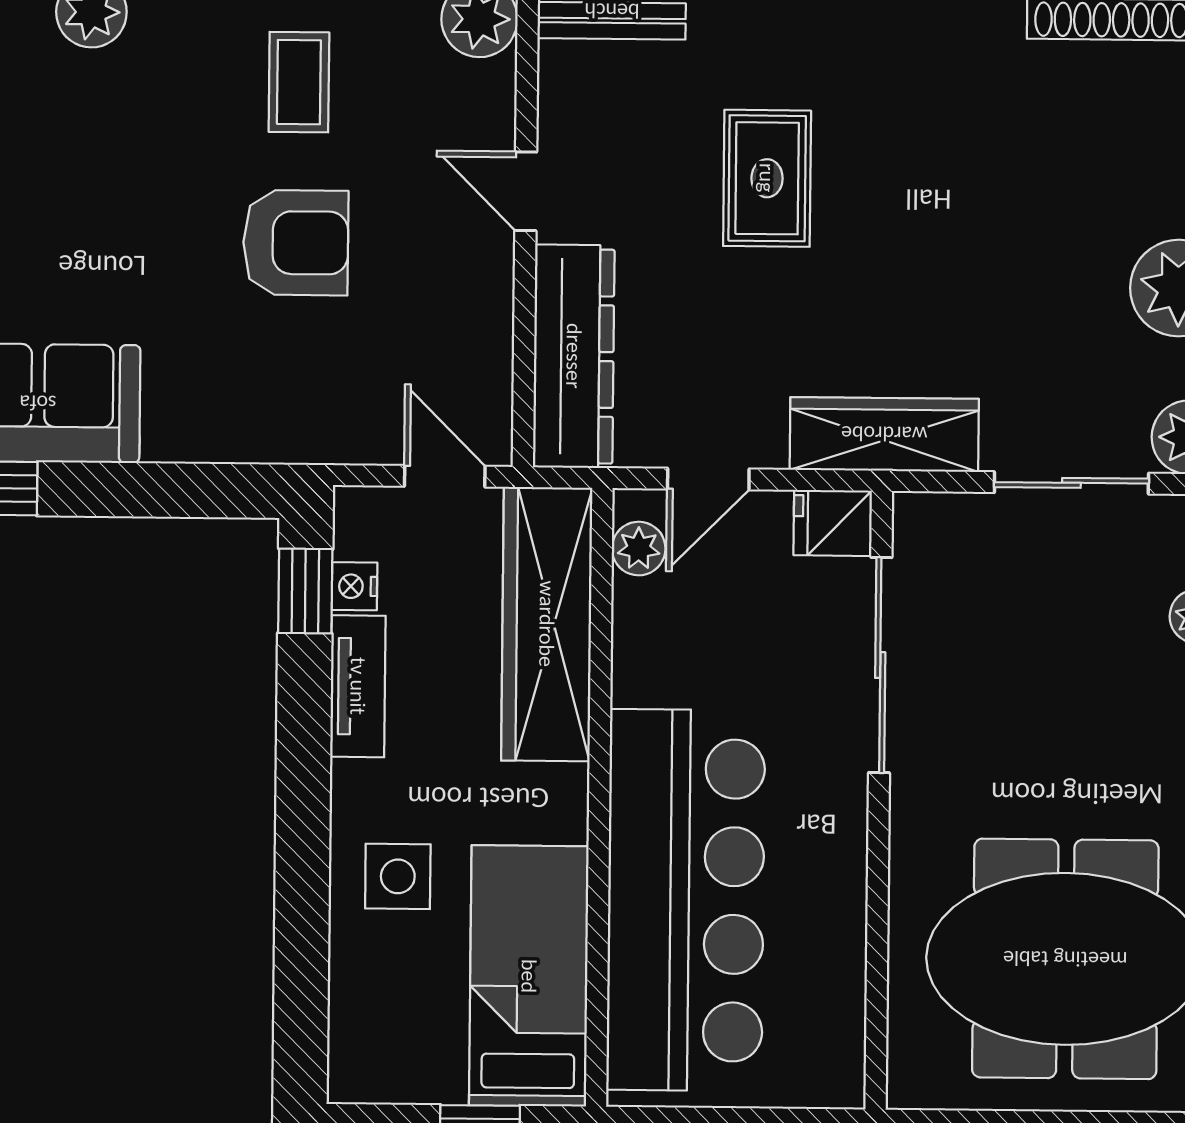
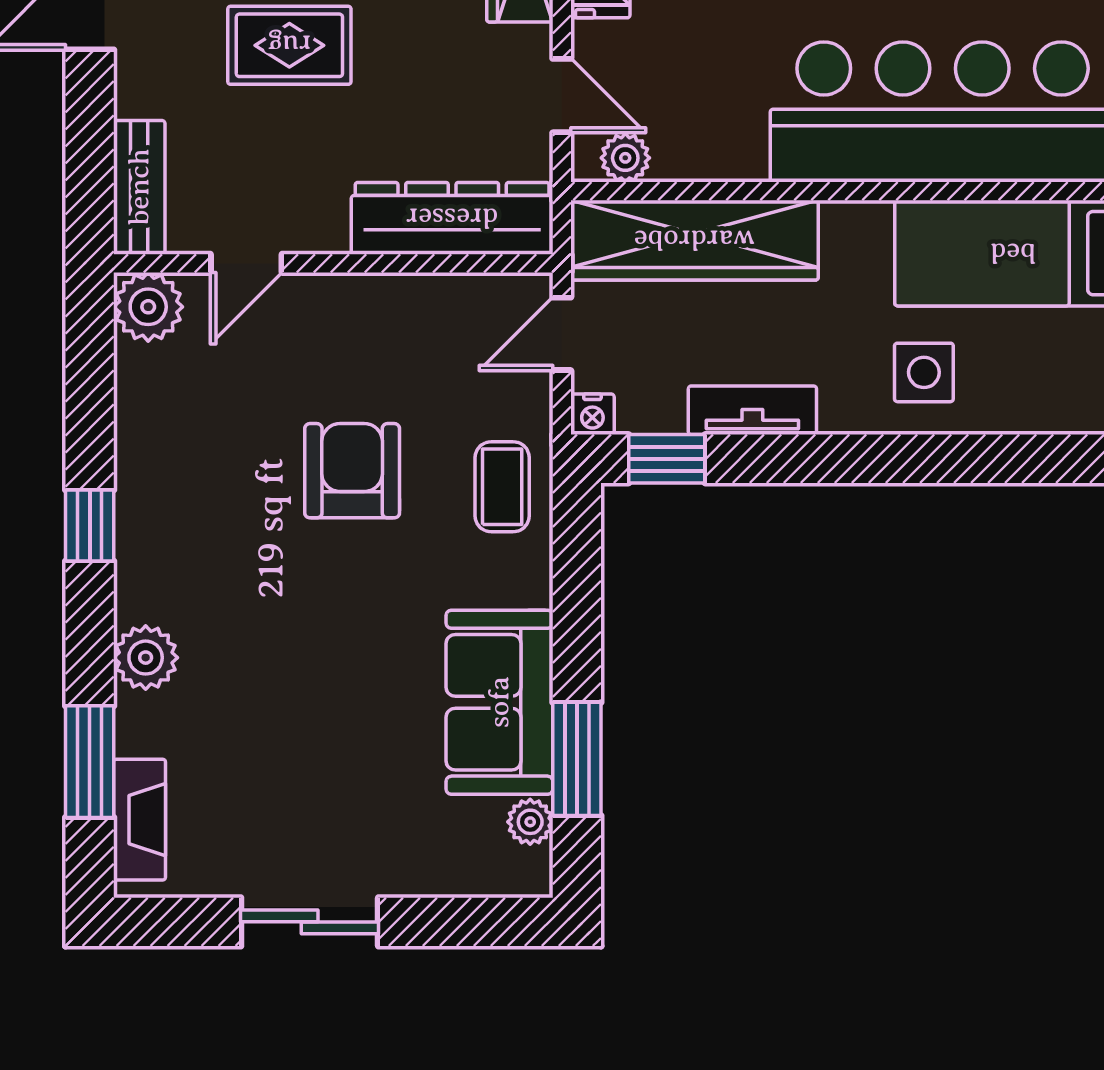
coffee table: (299, 82) -> (502, 487), moved, turned 90
door: (526, 191) -> (246, 263), moved
nightstand: (355, 586) -> (592, 414), moved

